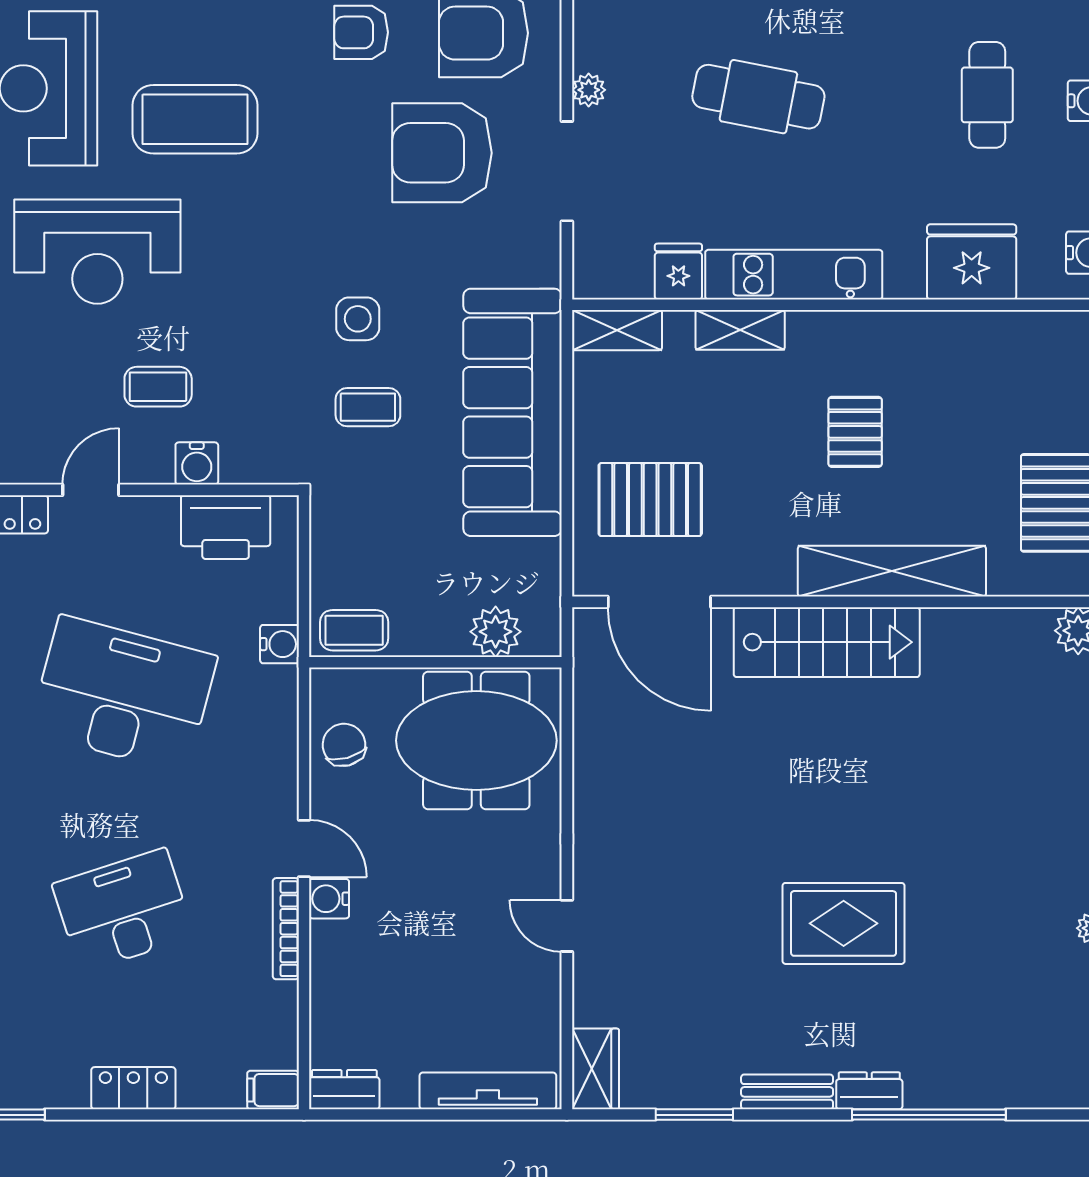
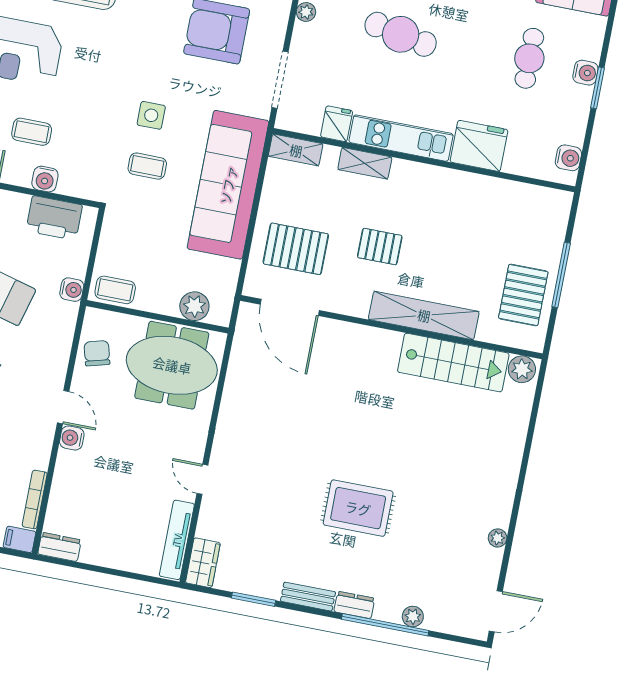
doorway: (567, 171) -> (280, 80), moved
fridge: (972, 262) -> (479, 146), moved
pallet: (855, 432) -> (380, 247), moved, turned 90
stairs: (827, 642) -> (453, 363), moved
bookcase: (286, 929) -> (35, 499), moved
tv unit: (488, 1091) -> (177, 540), moved, turned -90
plant: (974, 1091) -> (413, 617), added

